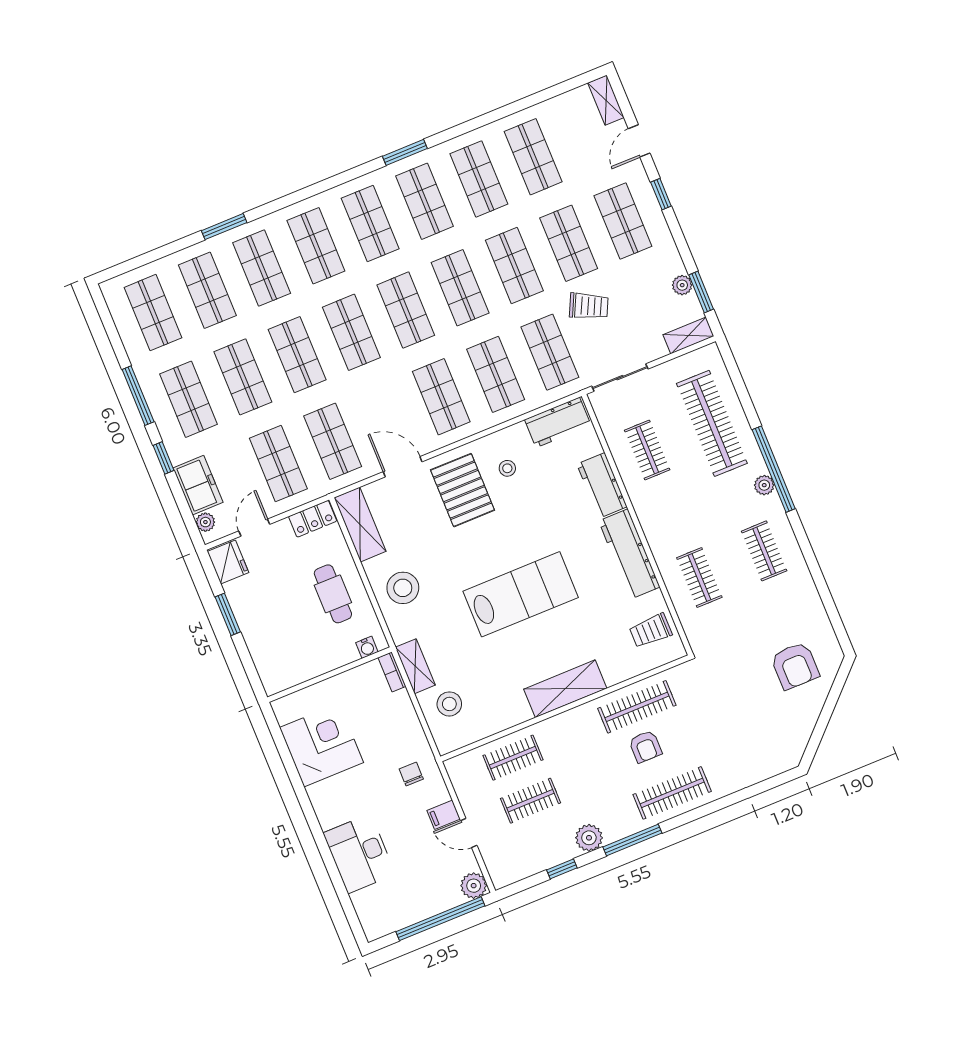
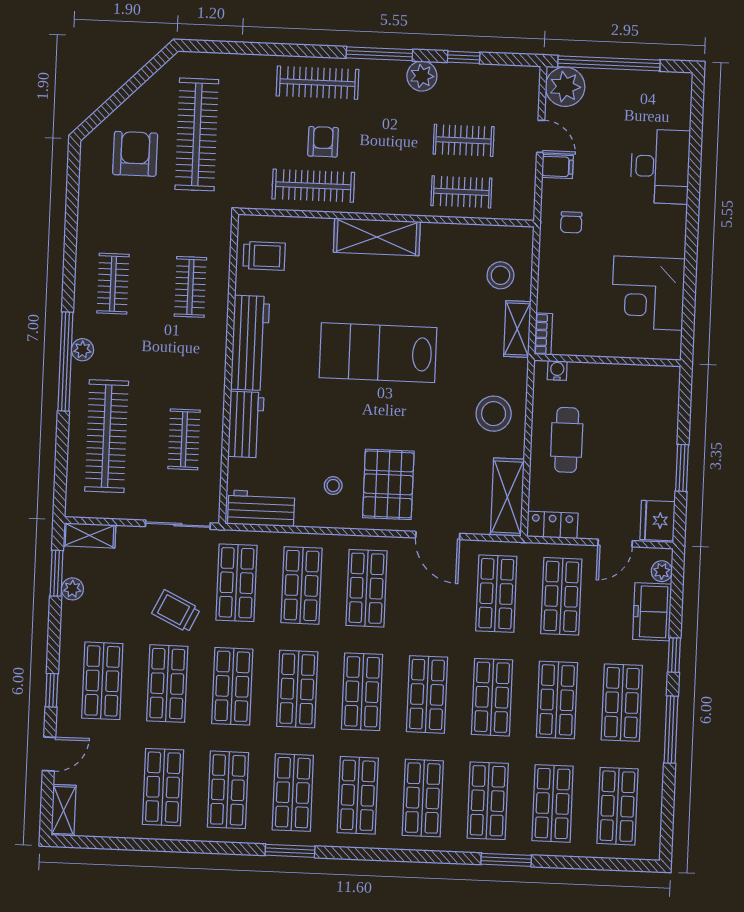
clothes rail: (752, 705) -> (197, 134), added
plant: (474, 886) -> (565, 87), width x1.36, depth x1.36

